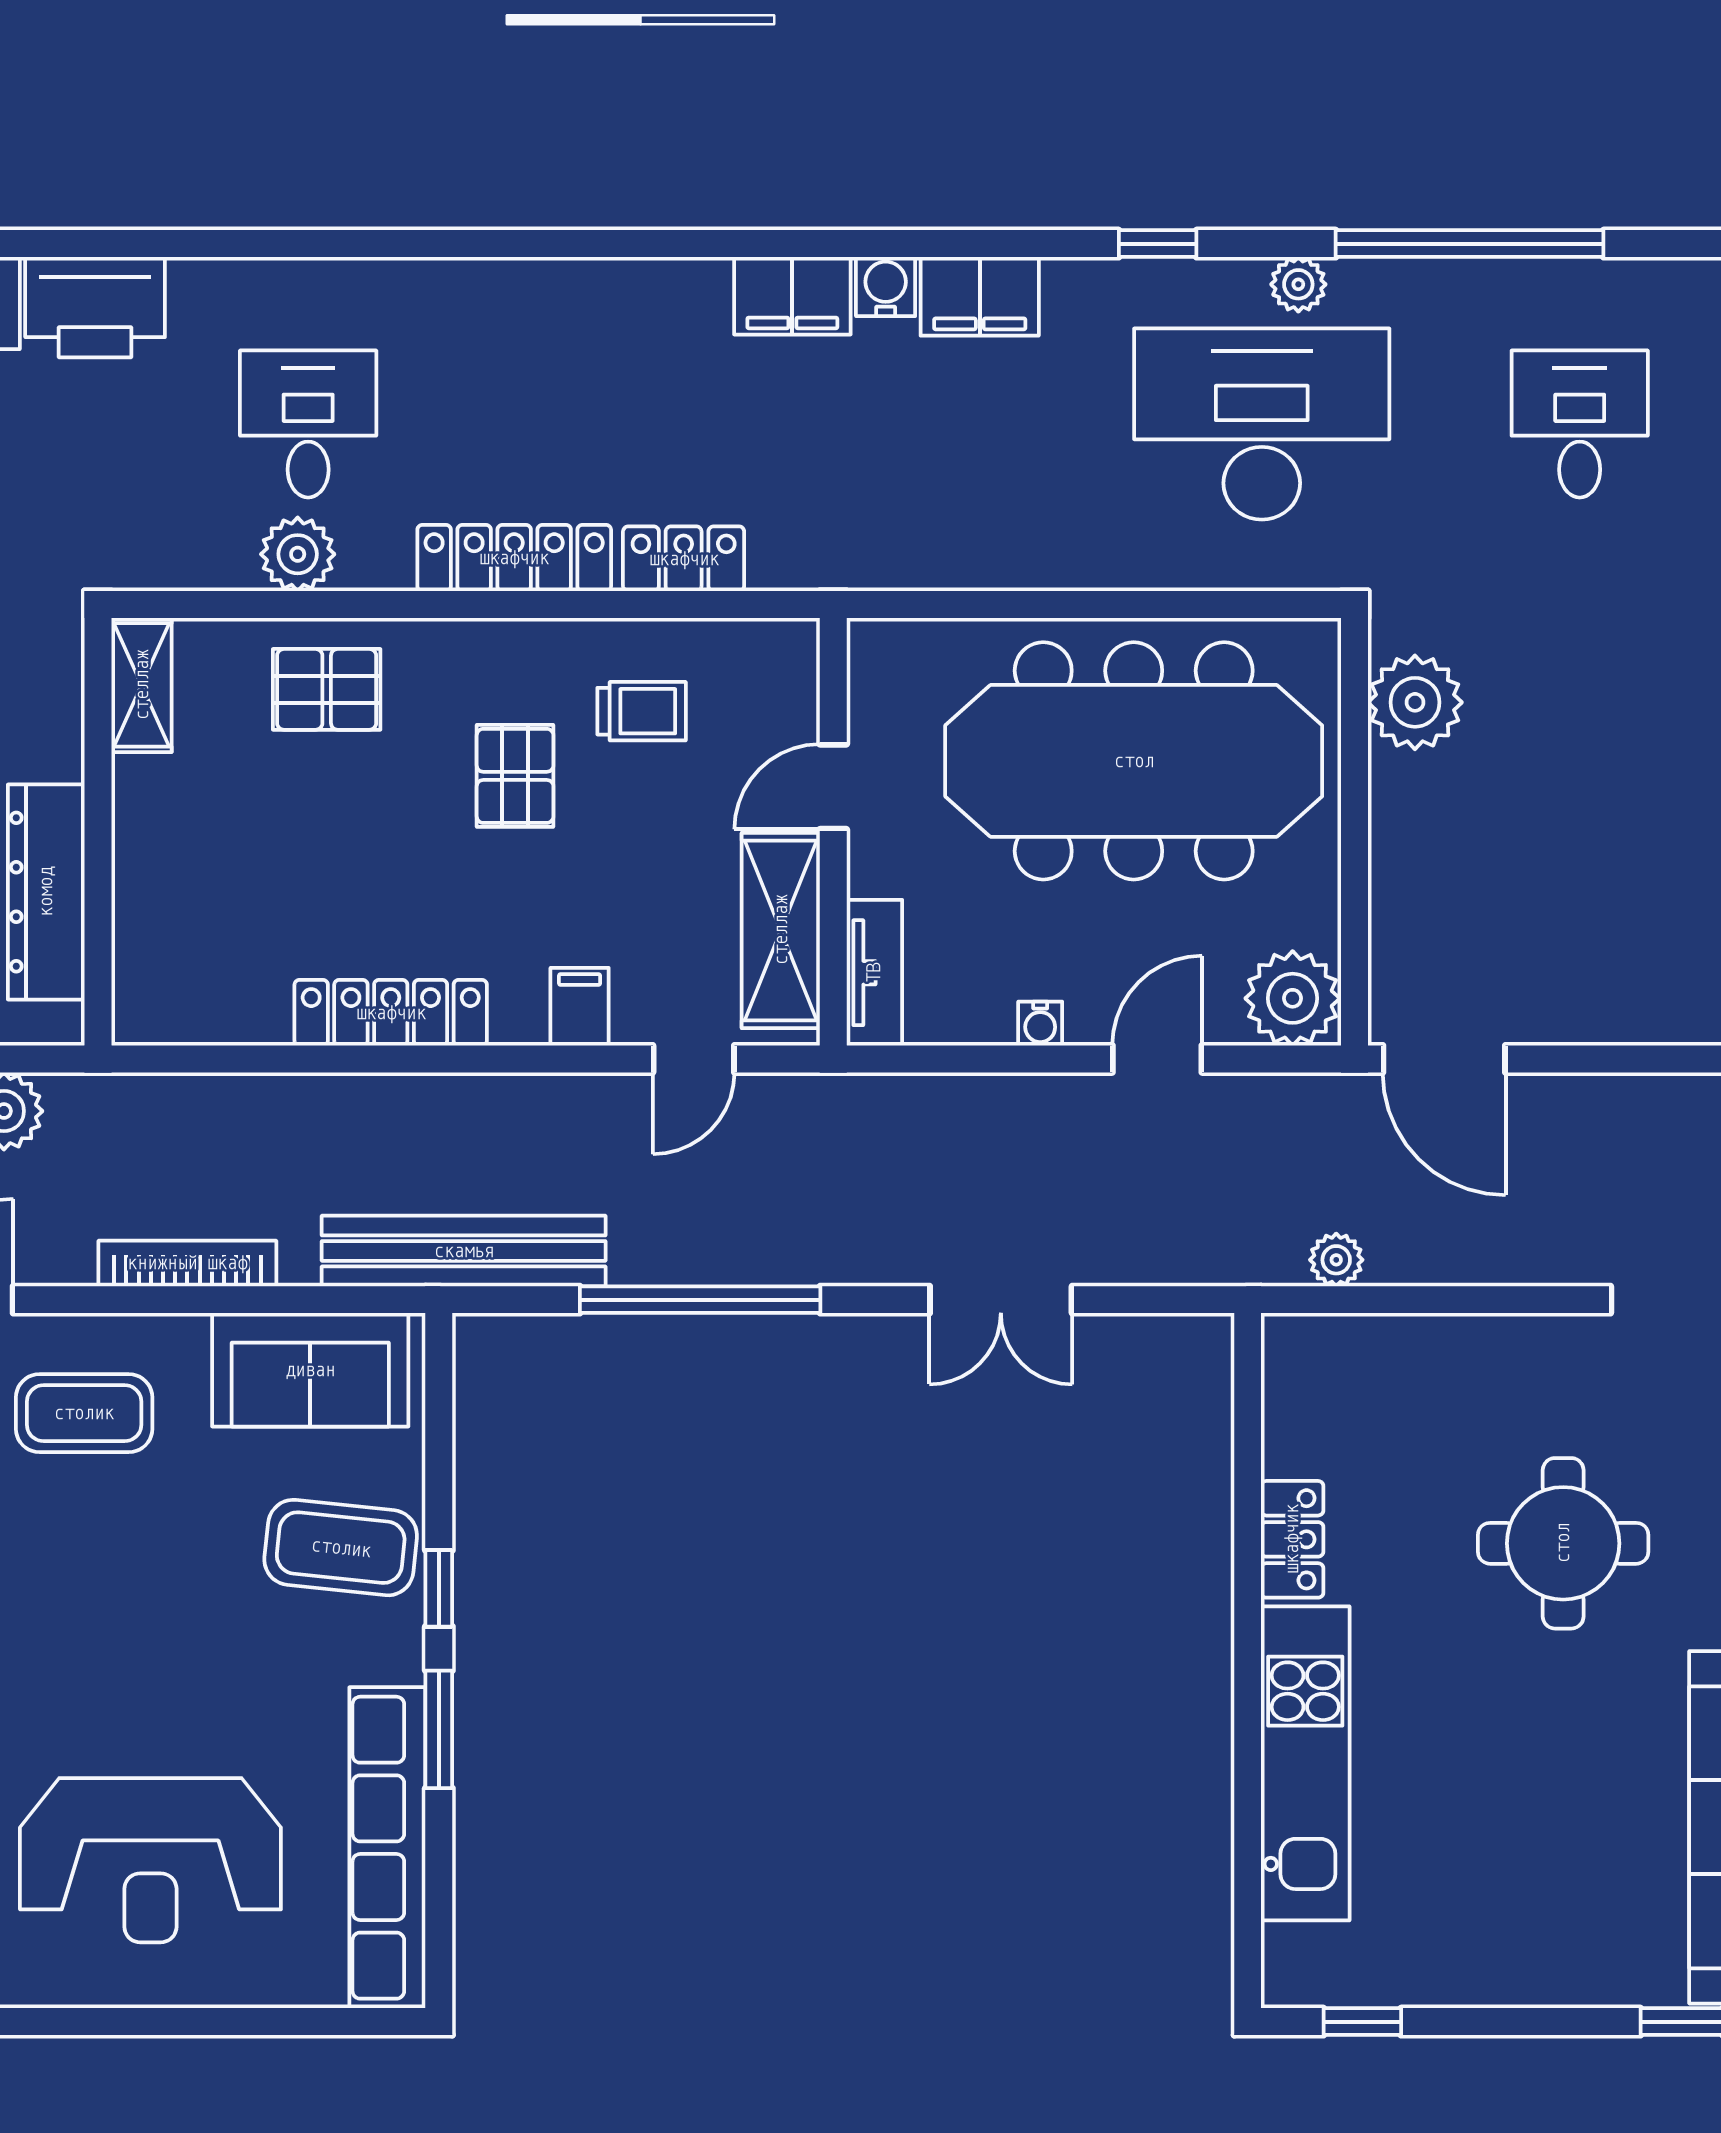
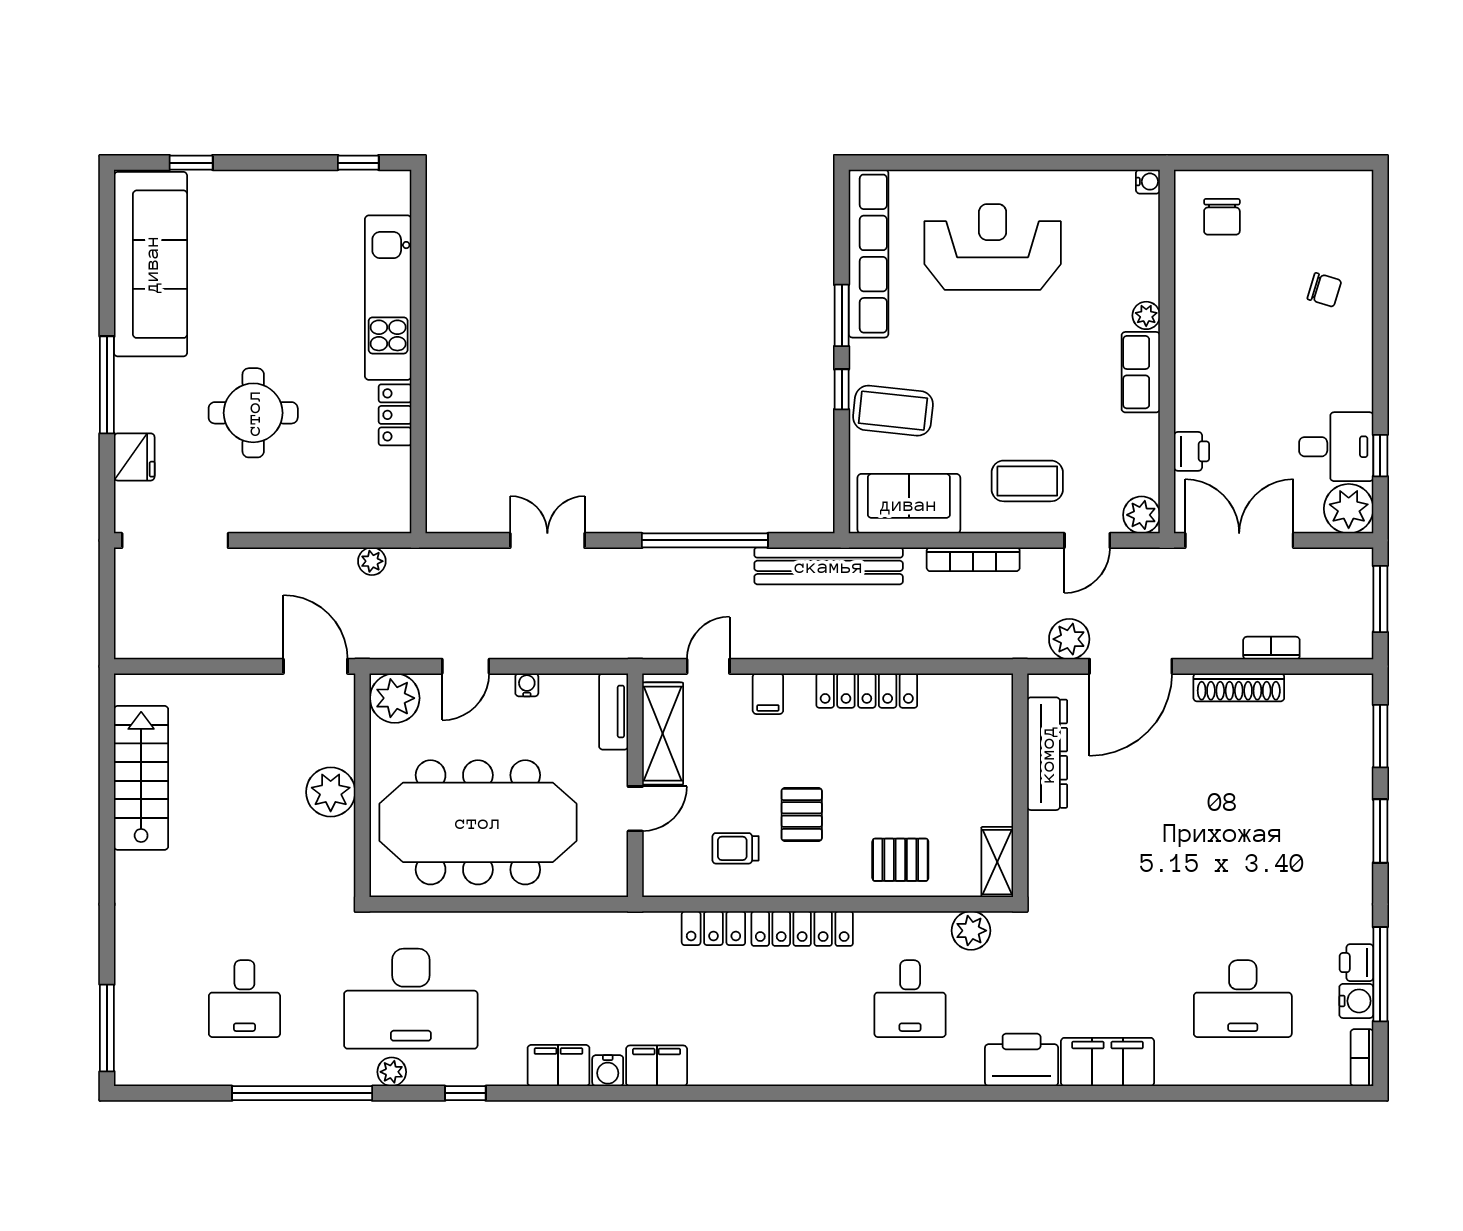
plant: (298, 554) -> (971, 931), moved
plant: (1415, 702) -> (331, 792), moved

